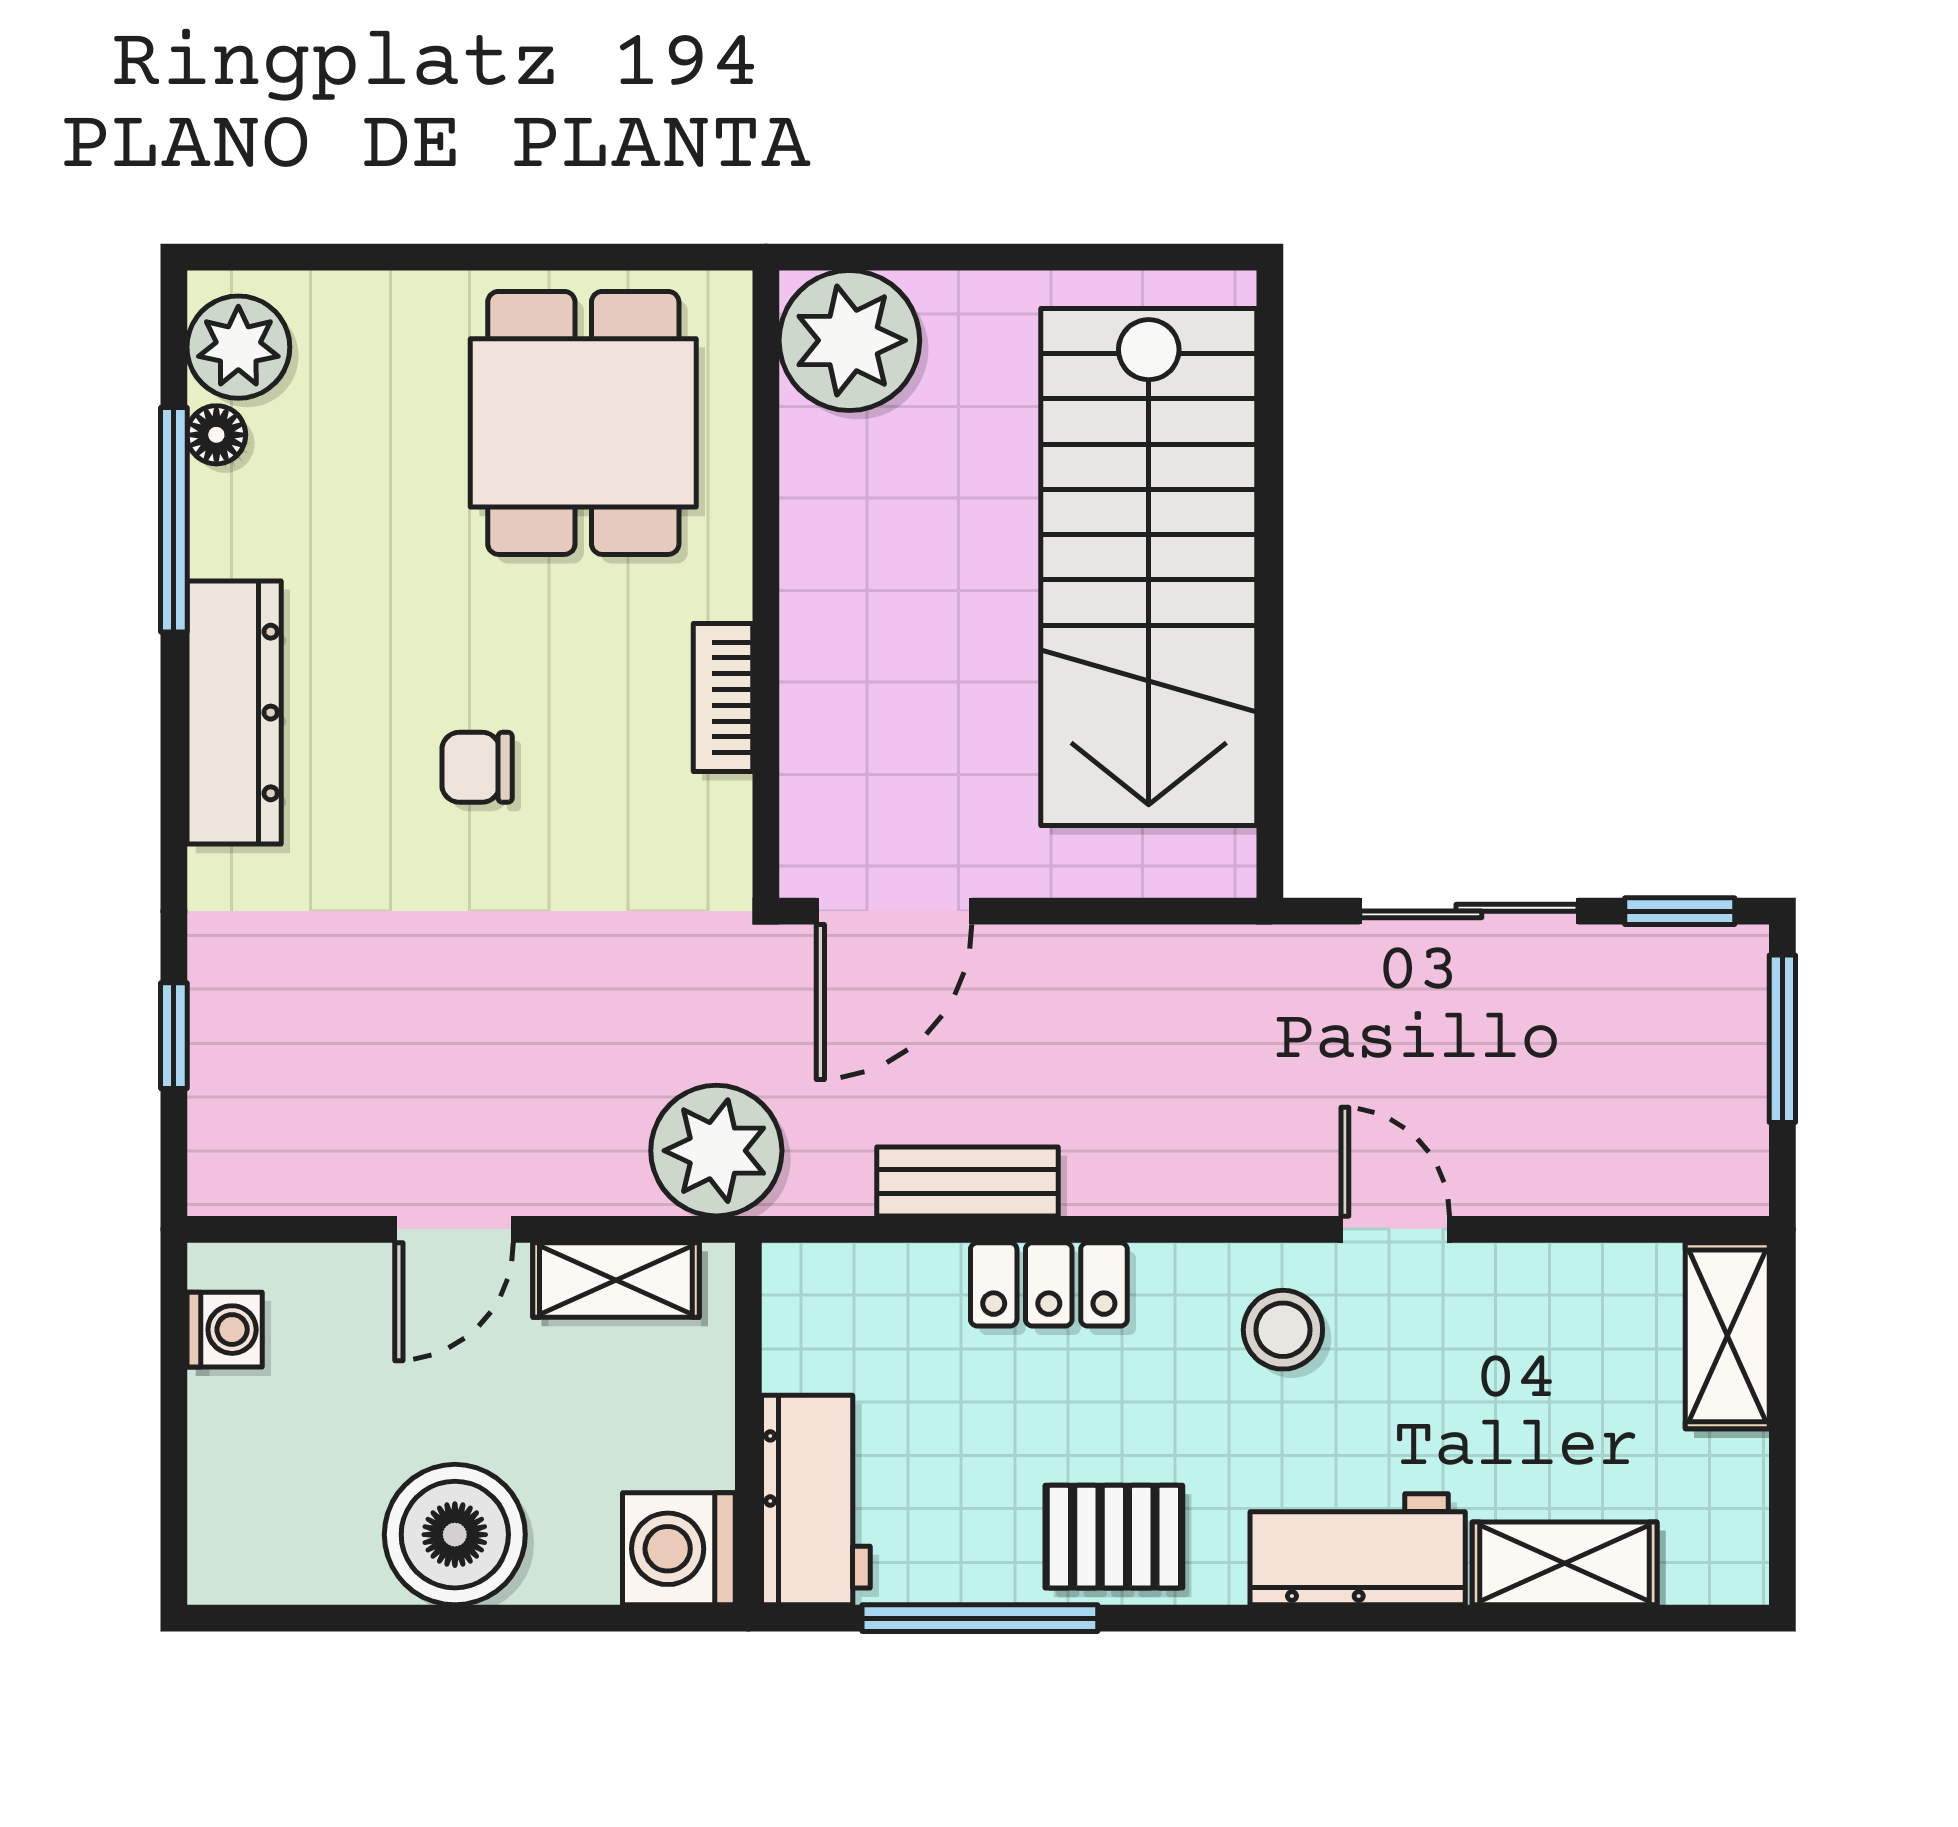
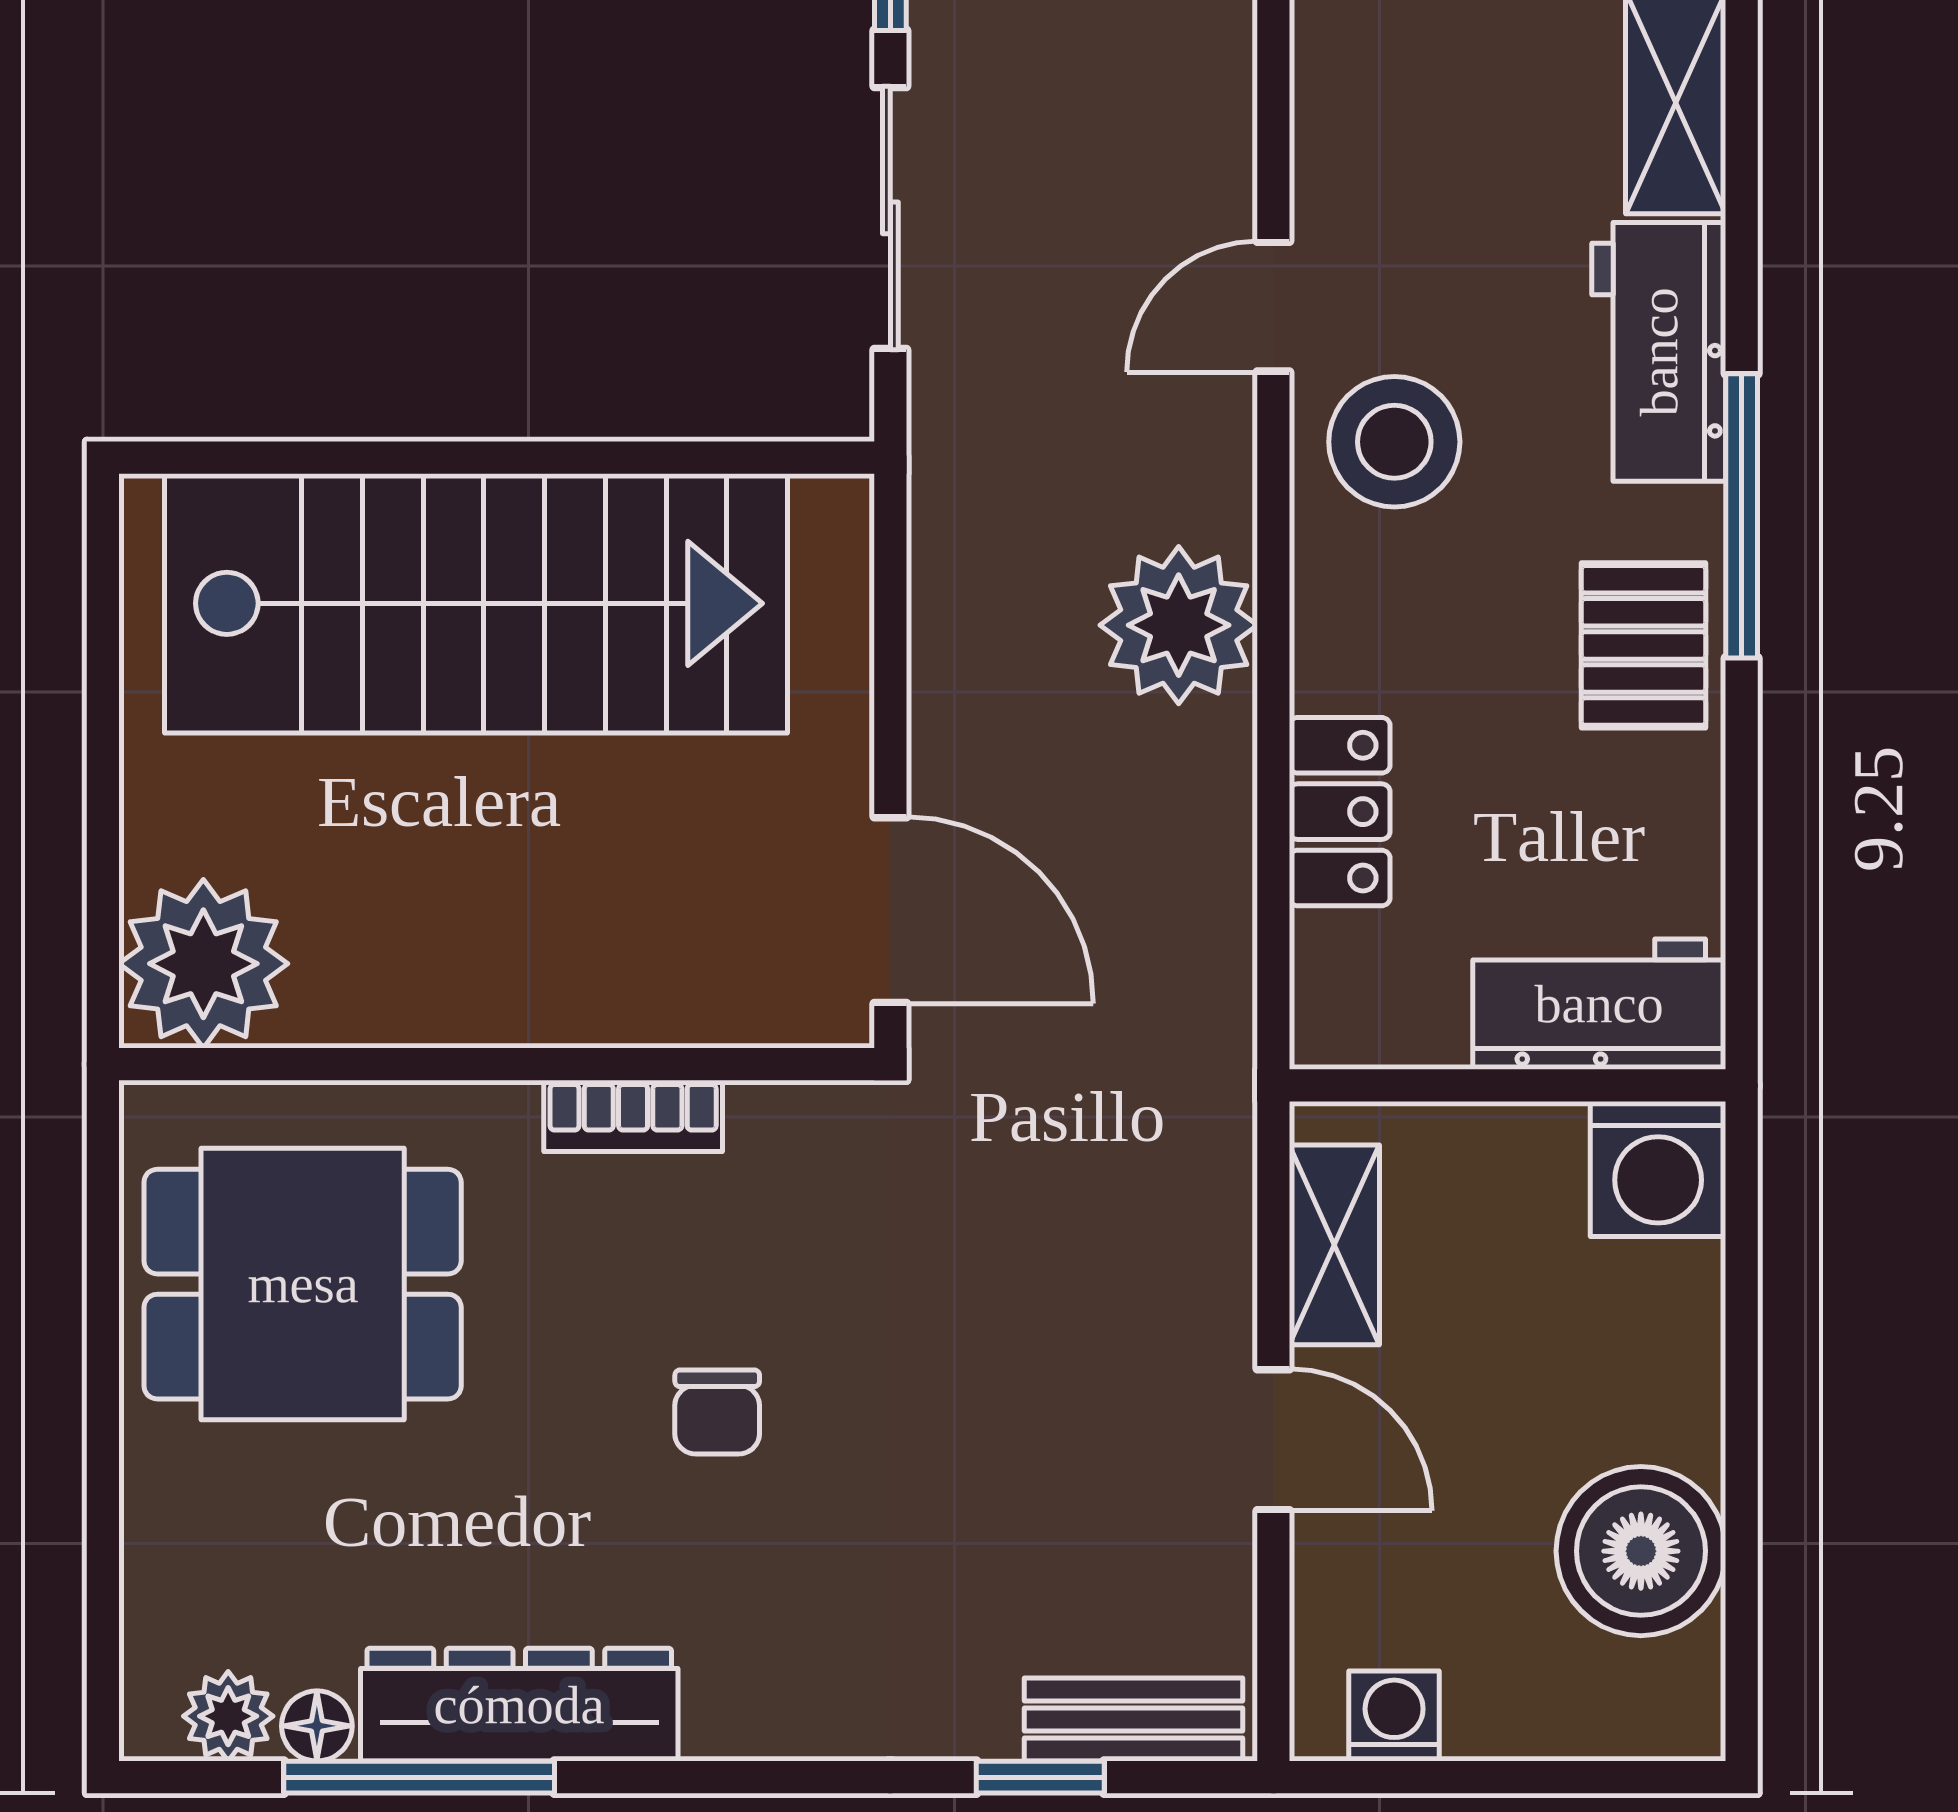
plant: (238, 347) -> (228, 1716), width x0.73, depth x0.73
dresser: (234, 713) -> (519, 1705), moved
plant: (716, 1151) -> (1179, 625), moved
bench: (967, 1181) -> (1133, 1719), moved, turned 90
locker: (1049, 1284) -> (1340, 812), moved
stool: (1283, 1330) -> (1394, 442), width x1.38, depth x1.38
boiler: (455, 1535) -> (1641, 1551), moved
window: (980, 1618) -> (1742, 516), moved

